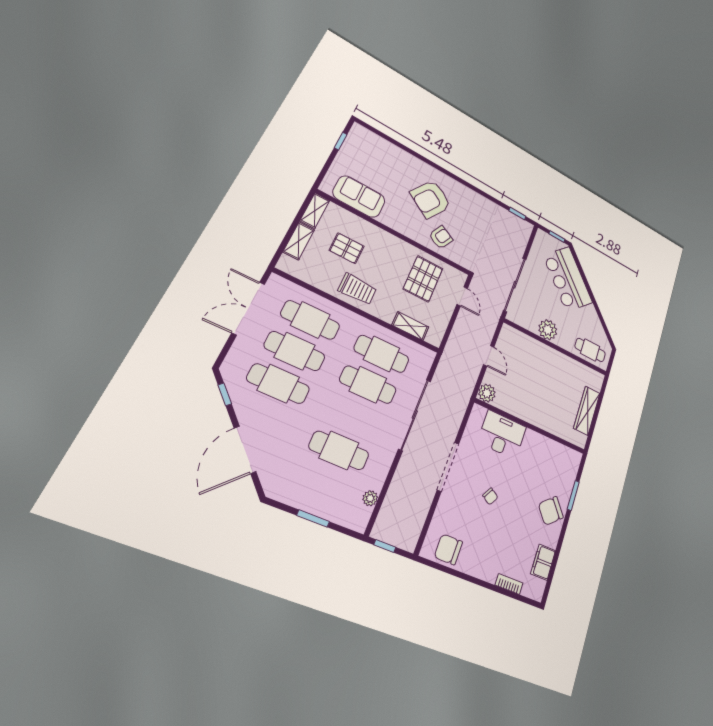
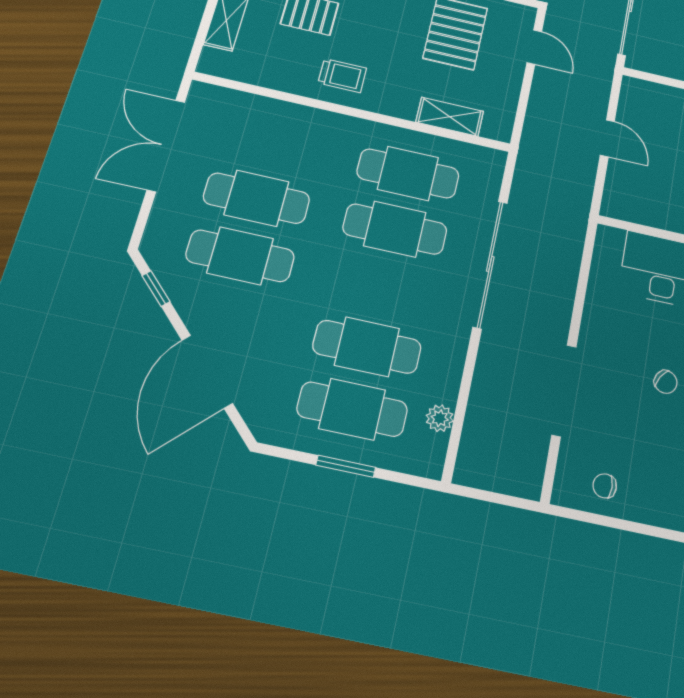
trolley: (357, 289) -> (342, 76), width x0.73, depth x0.72
cafe table: (310, 320) -> (352, 409), moved
plant: (487, 393) -> (618, 203), removed
doorway: (448, 467) -> (564, 390), moved
window: (385, 546) -> (484, 495), removed
chair: (448, 549) -> (605, 486), width x0.54, depth x0.54

